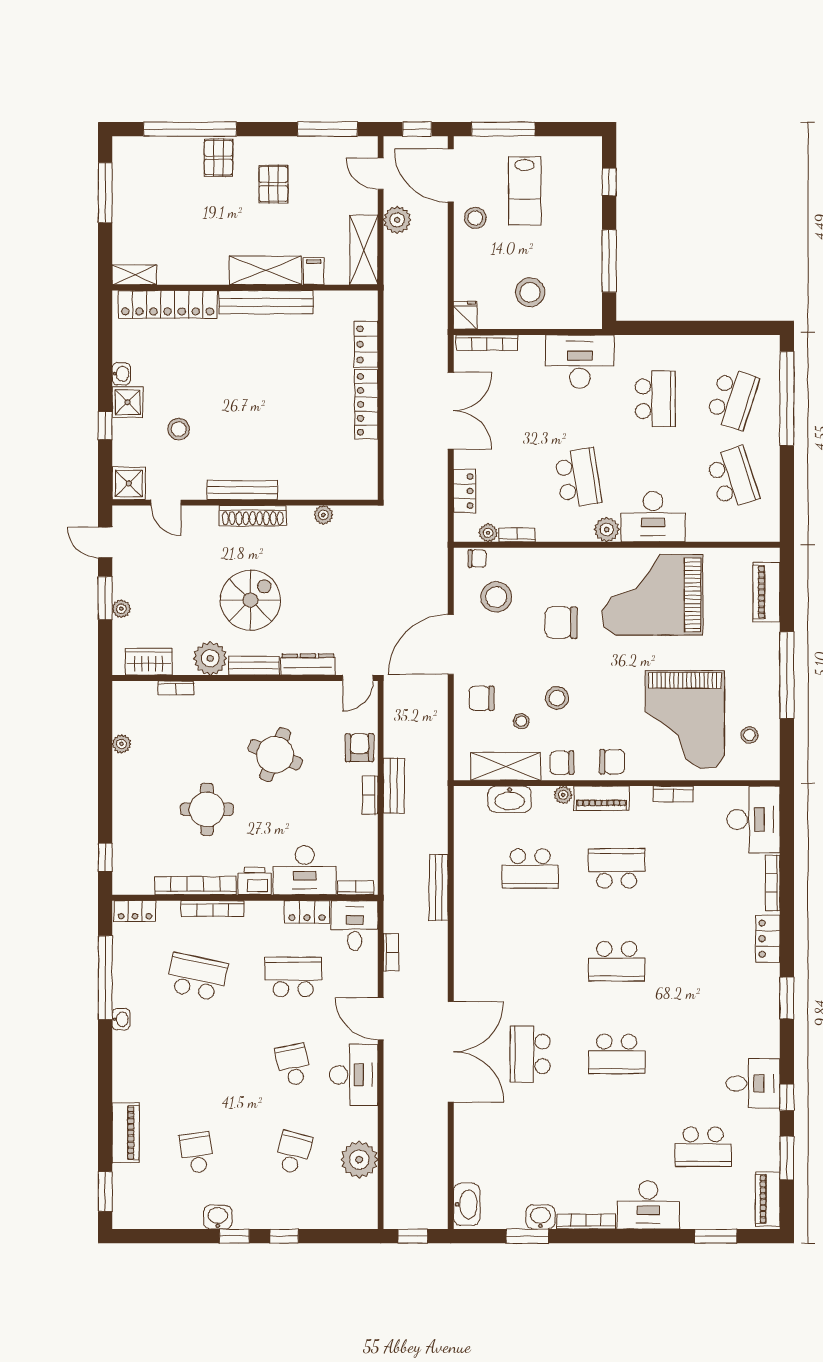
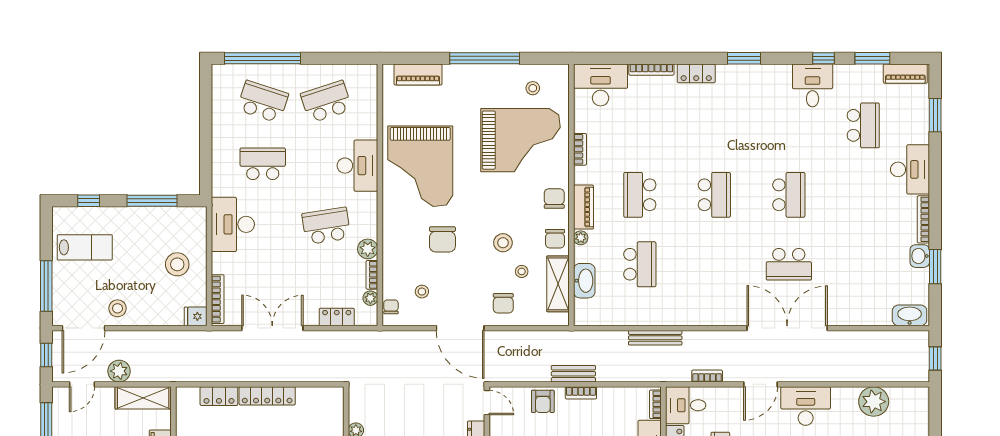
lab bench: (525, 191) -> (85, 247), moved
plant: (607, 530) -> (368, 249), moved
stool: (496, 597) -> (422, 292), width x0.53, depth x0.53
armchair: (359, 748) -> (543, 401), turned -90

